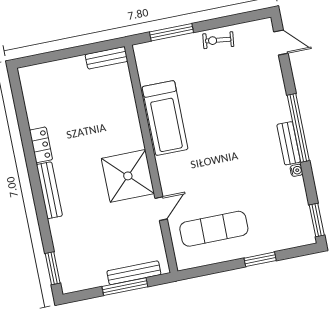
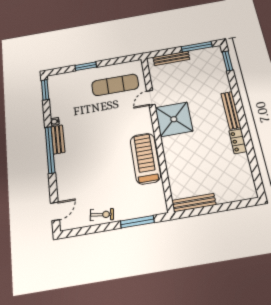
door: (281, 42) -> (55, 211), swing flipped
bench: (106, 58) -> (194, 203), width x1.36
window: (125, 287) -> (197, 47), moved

